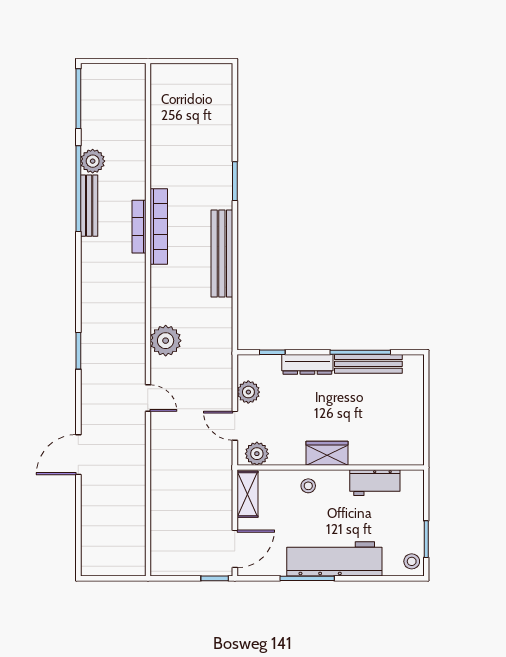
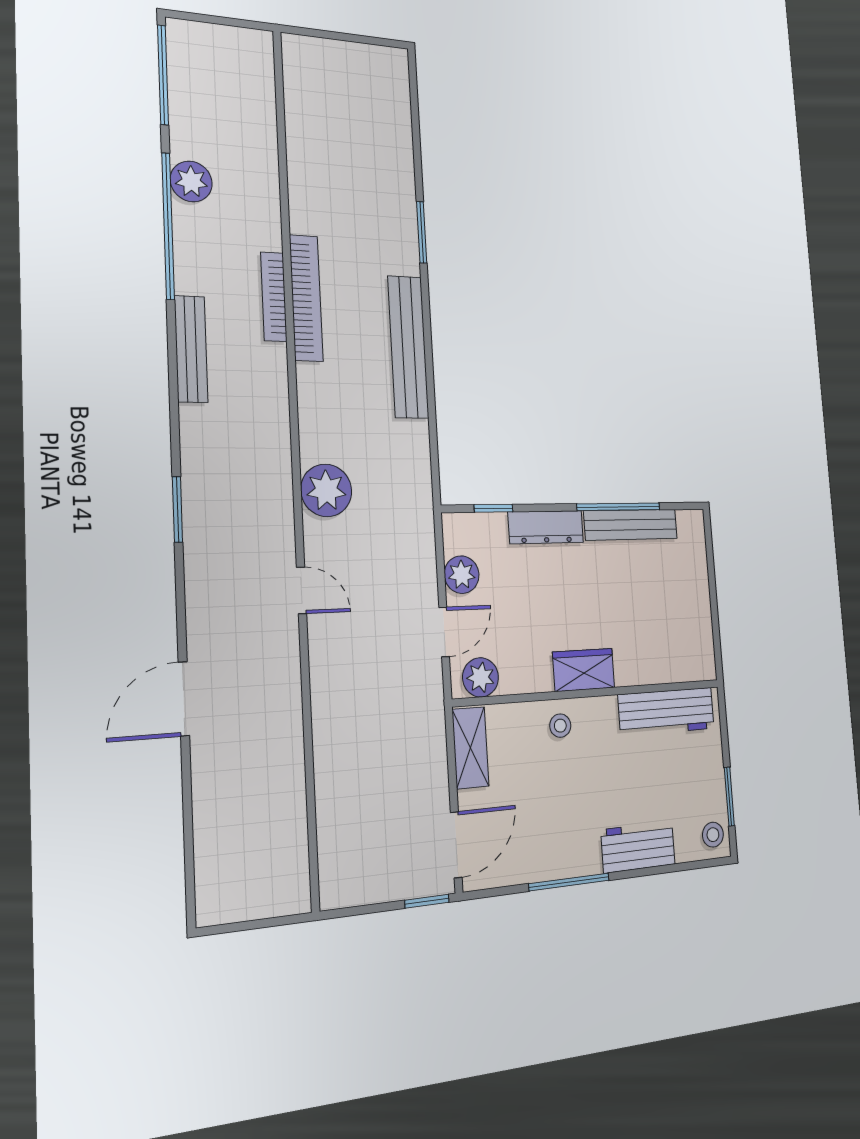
bench: (89, 206) -> (191, 349), moved
door: (235, 426) -> (444, 632), swing flipped
workbench: (375, 483) -> (666, 712), width x1.38
workbench: (334, 559) -> (638, 847), width x0.53, depth x0.76

